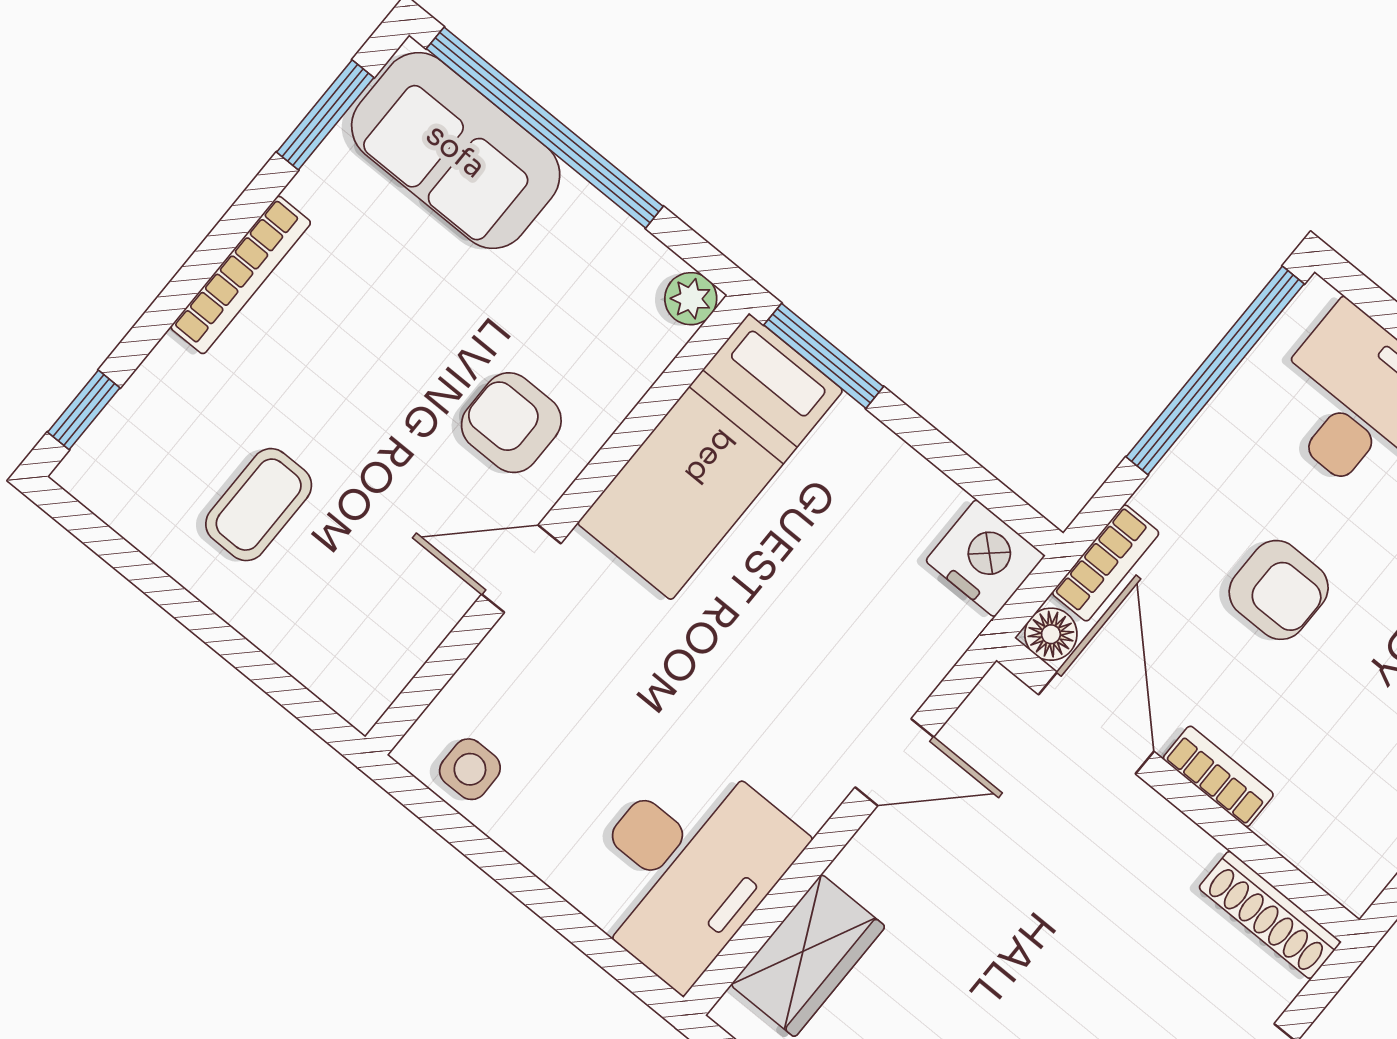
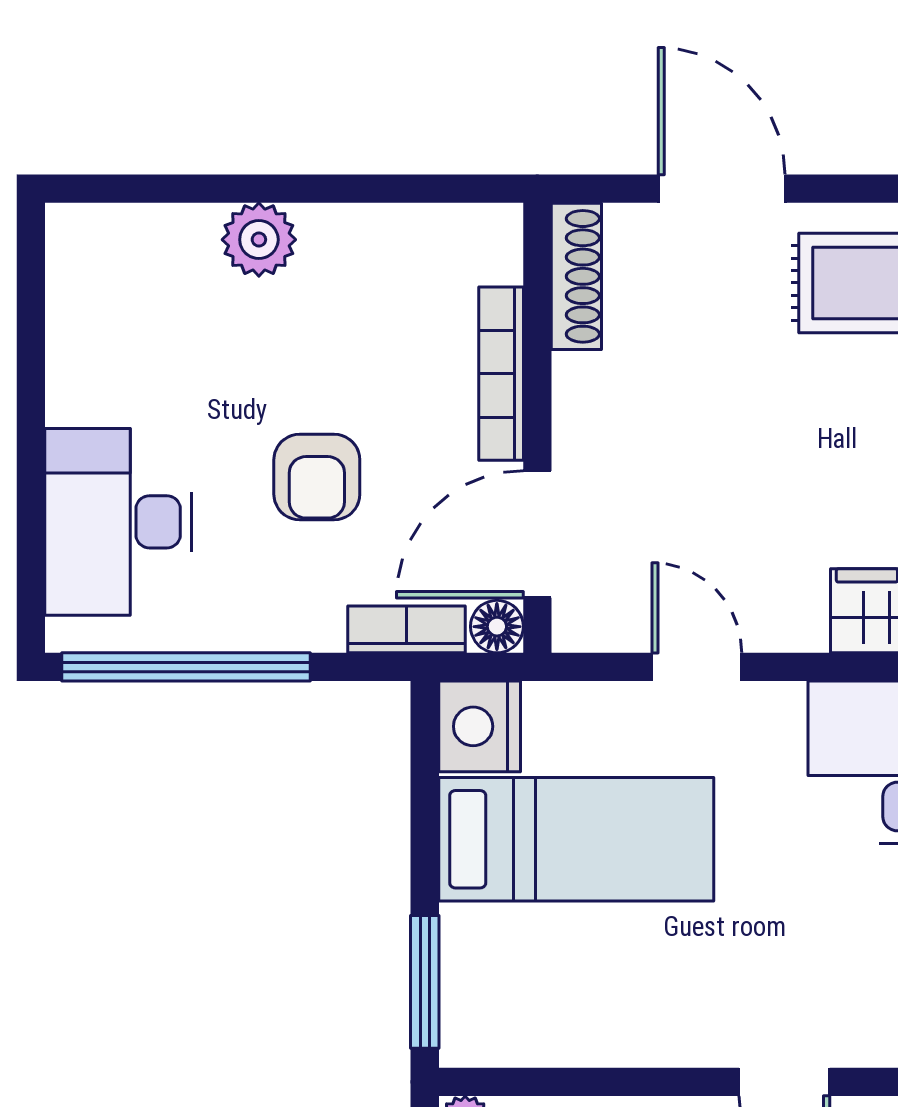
bed: (710, 457) -> (576, 839), moved
armchair: (1279, 590) -> (317, 477), turned 180
bookcase: (1218, 776) -> (501, 374), width x1.56

